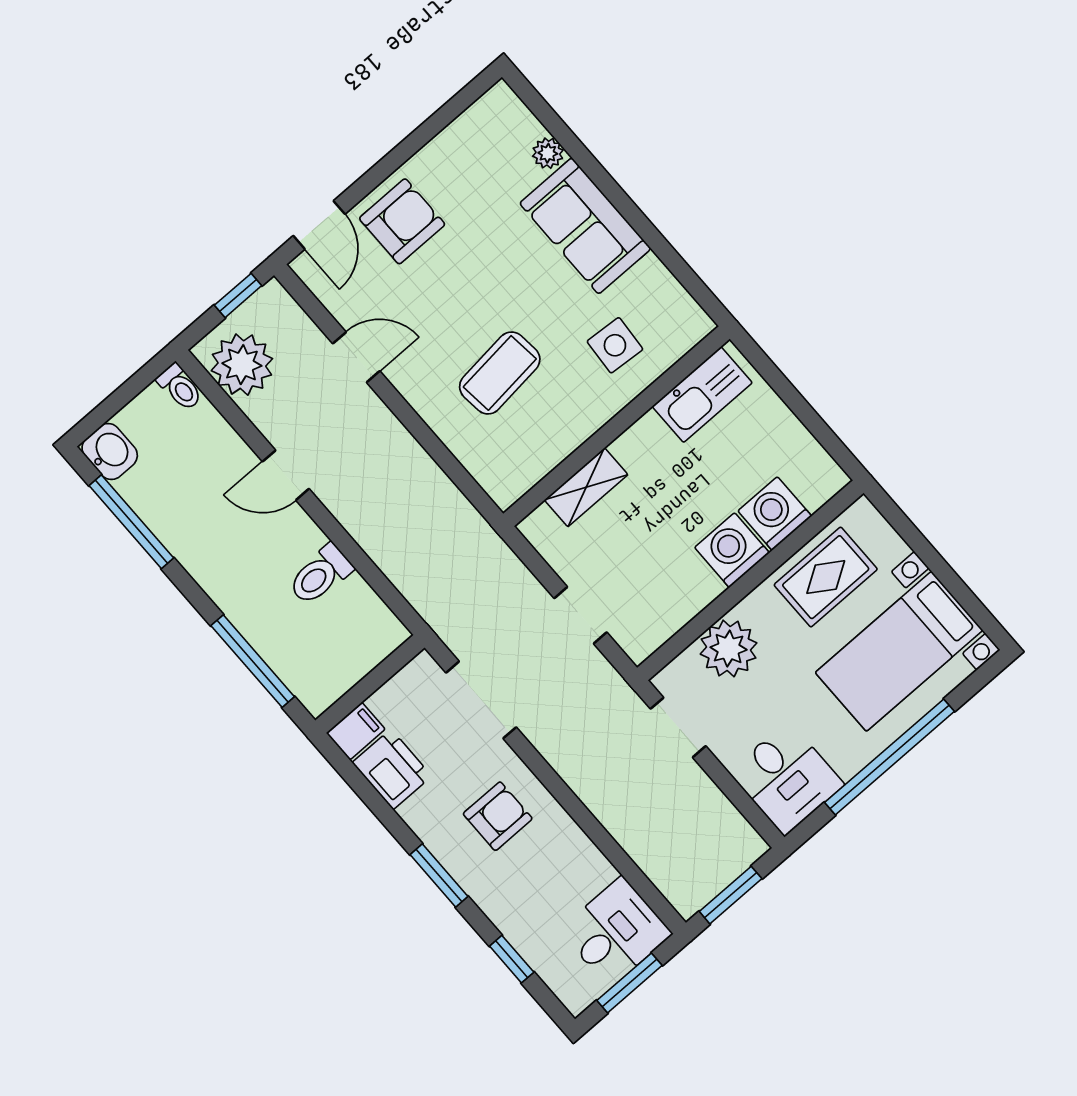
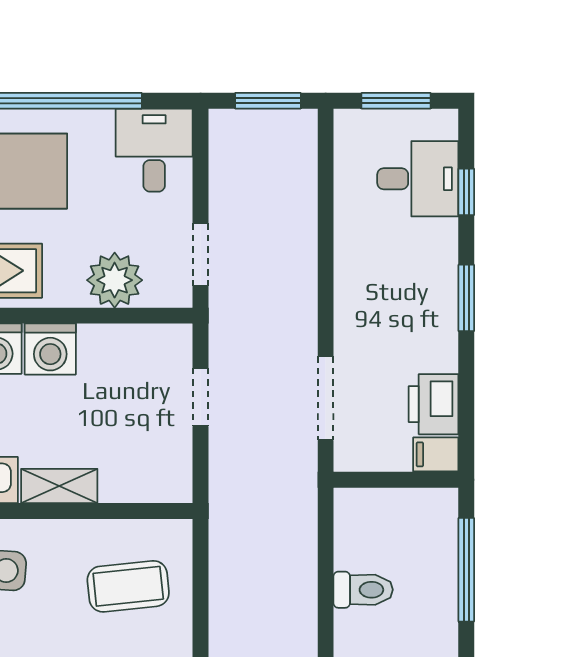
coffee table: (500, 373) -> (128, 586), moved
shelving: (586, 487) -> (59, 486), moved
armchair: (498, 816) -> (387, 304), removed
desk: (616, 932) -> (418, 179), moved, turned 180

